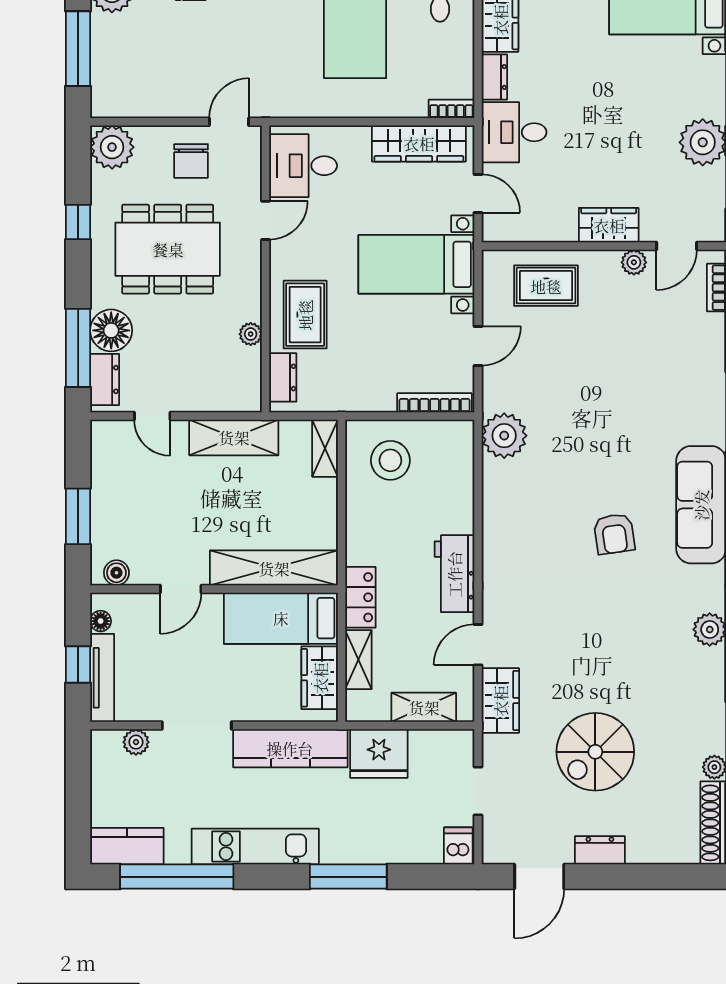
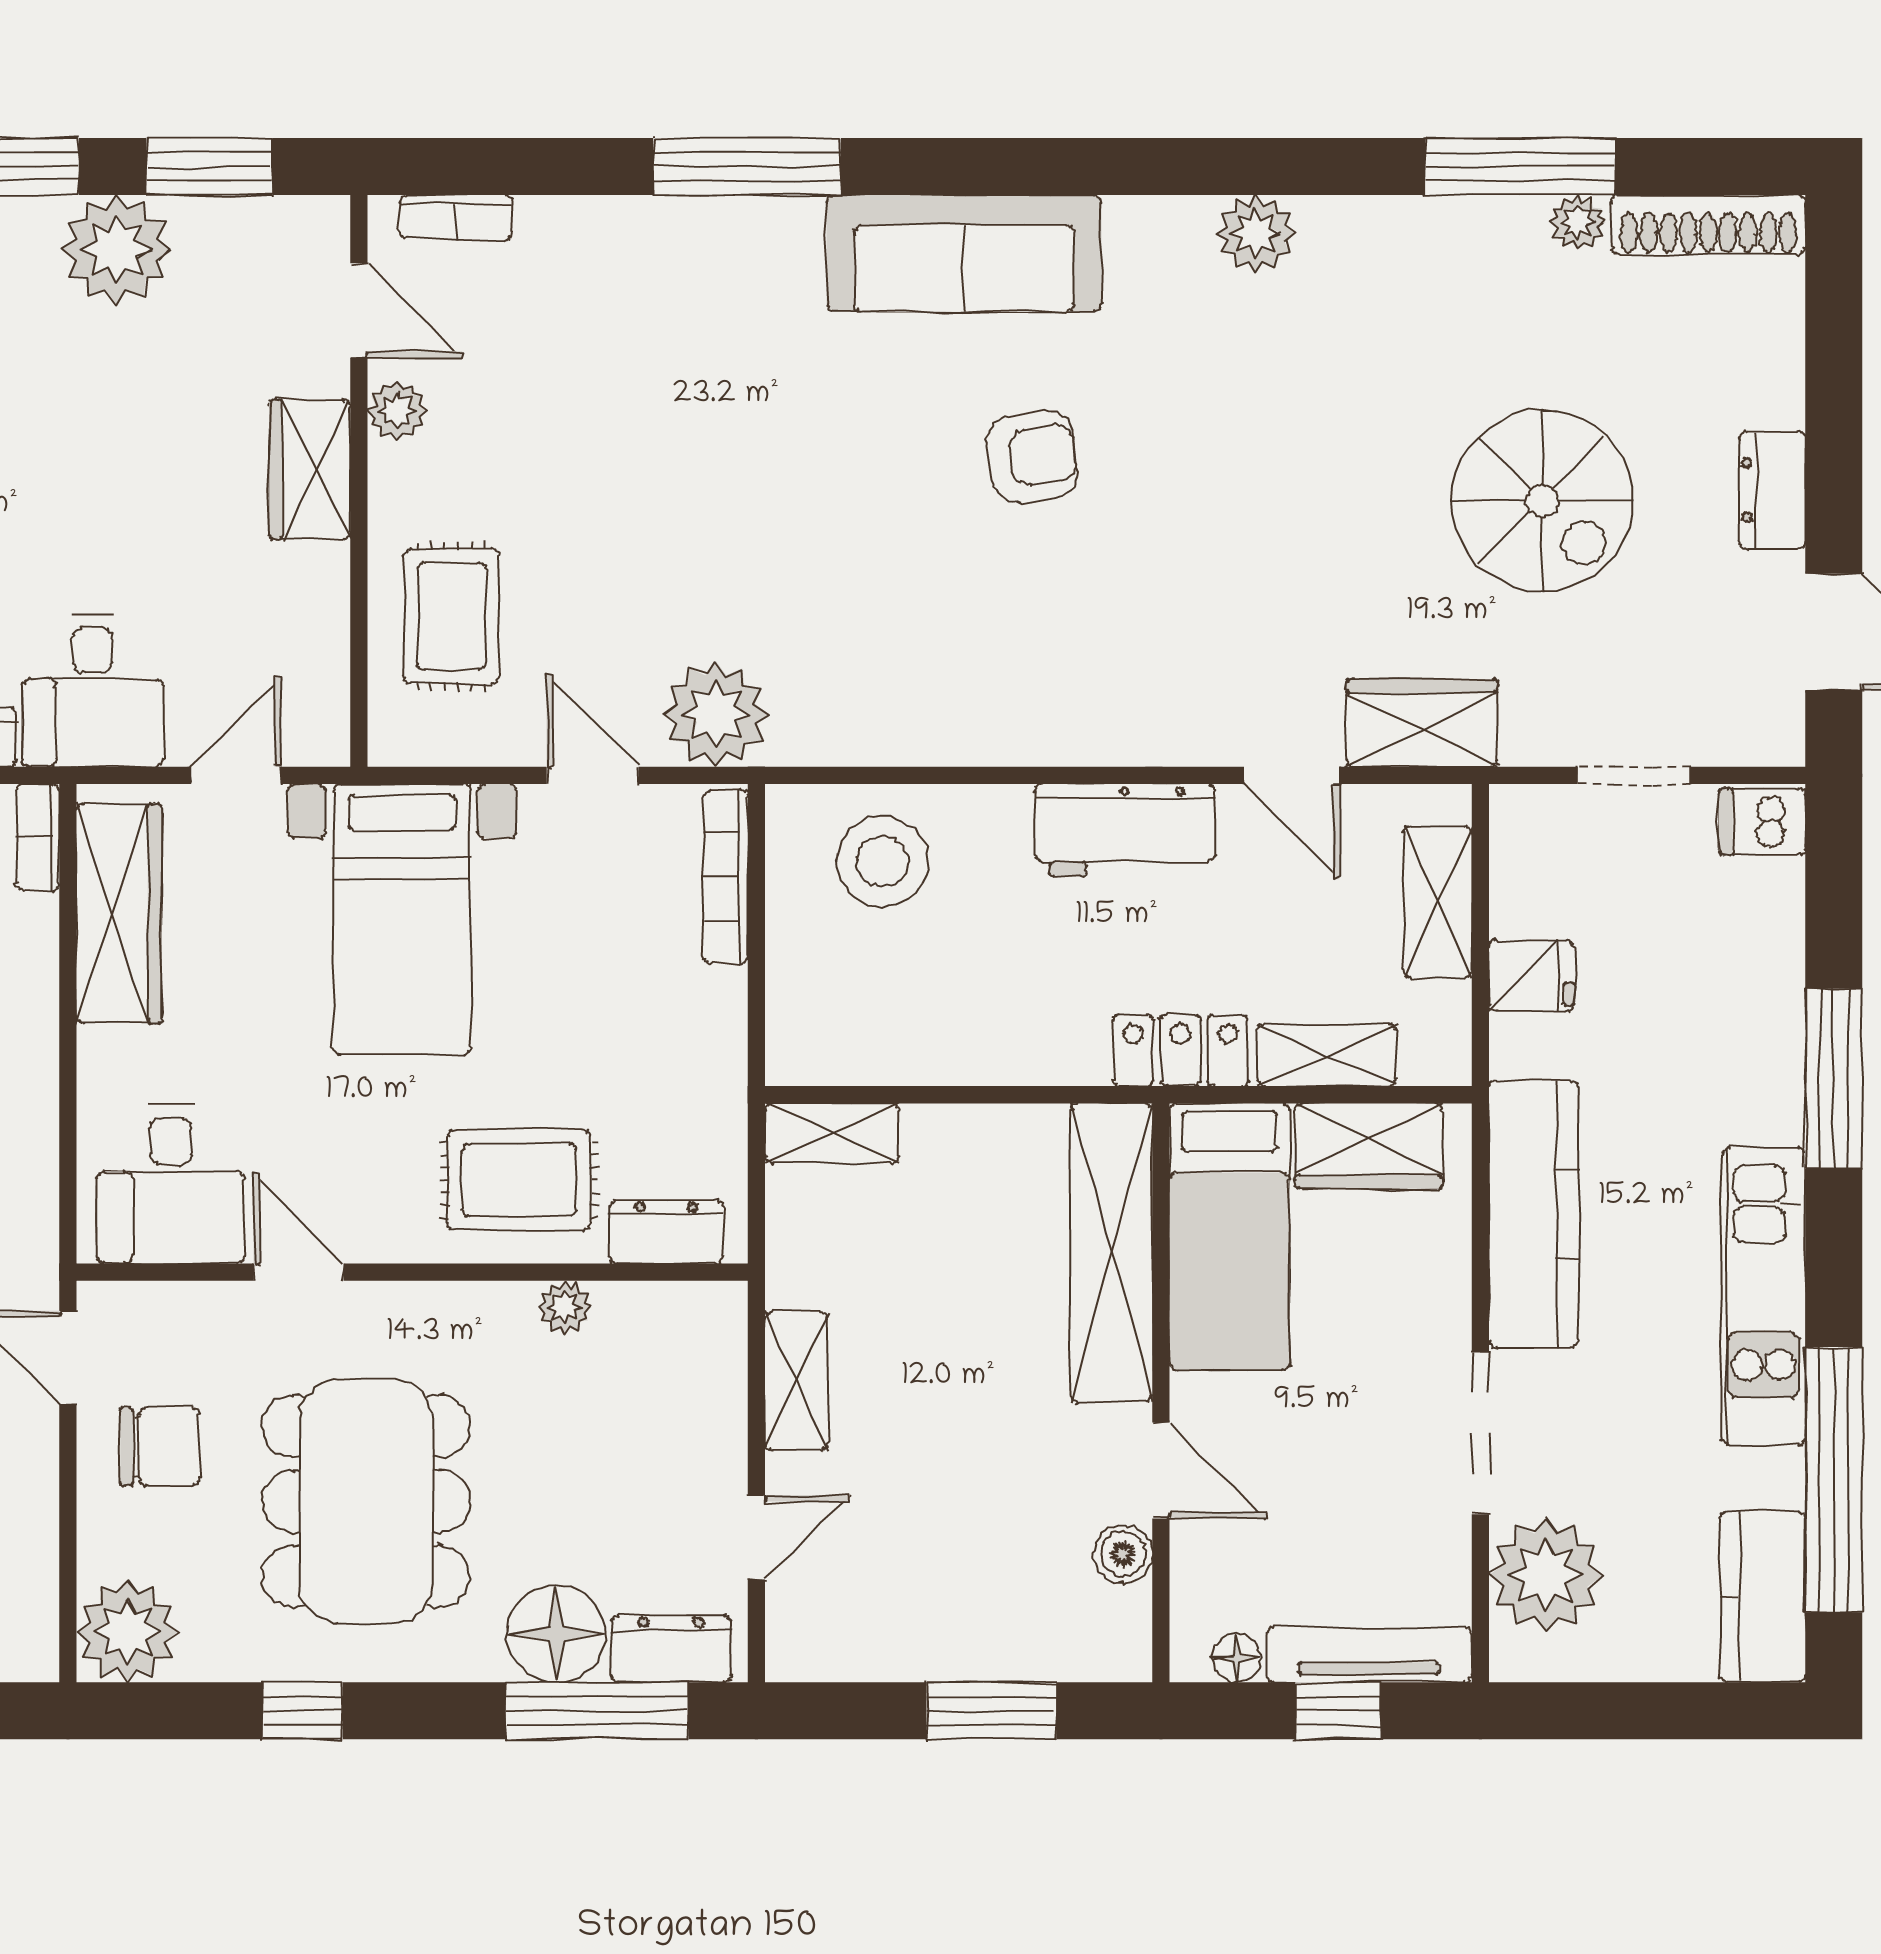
plant: (504, 436) -> (716, 714), moved
shelving: (234, 437) -> (796, 1381), width x0.67, depth x0.75
stool: (390, 460) -> (882, 861), moved
boiler: (116, 573) -> (1123, 1554), moved
plant: (136, 742) -> (1546, 1575), width x1.88, depth x1.88
fridge: (379, 753) -> (1531, 975), width x0.53, depth x0.75

